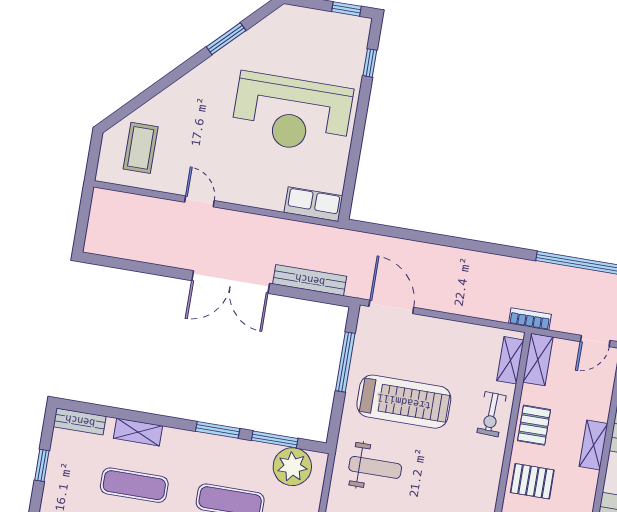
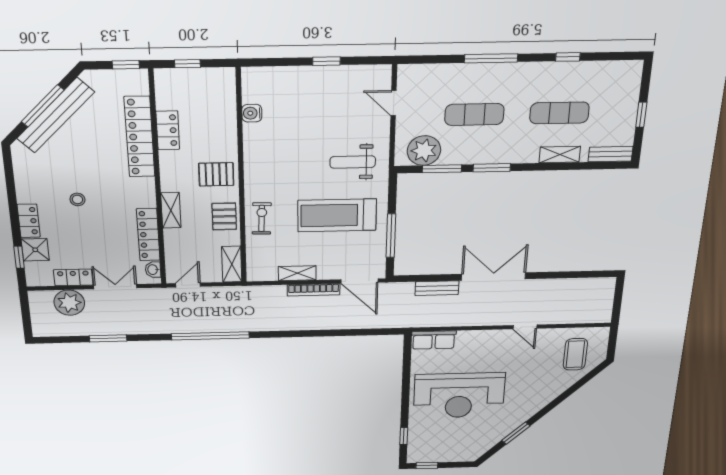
reception desk: (292, 113) -> (459, 395), turned 180
bench: (310, 280) -> (437, 288), width x0.73
bookcase: (530, 319) -> (314, 290), moved, width x1.56
shelving: (510, 360) -> (297, 273), moved, turned 90

